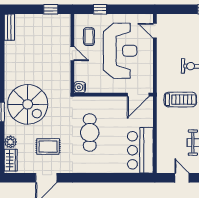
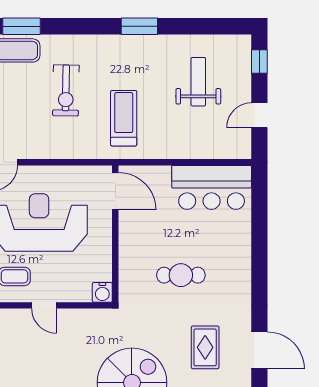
door: (72, 54) -> (44, 305), swing flipped
cafe table: (90, 133) -> (181, 275), width x0.73, depth x0.74

